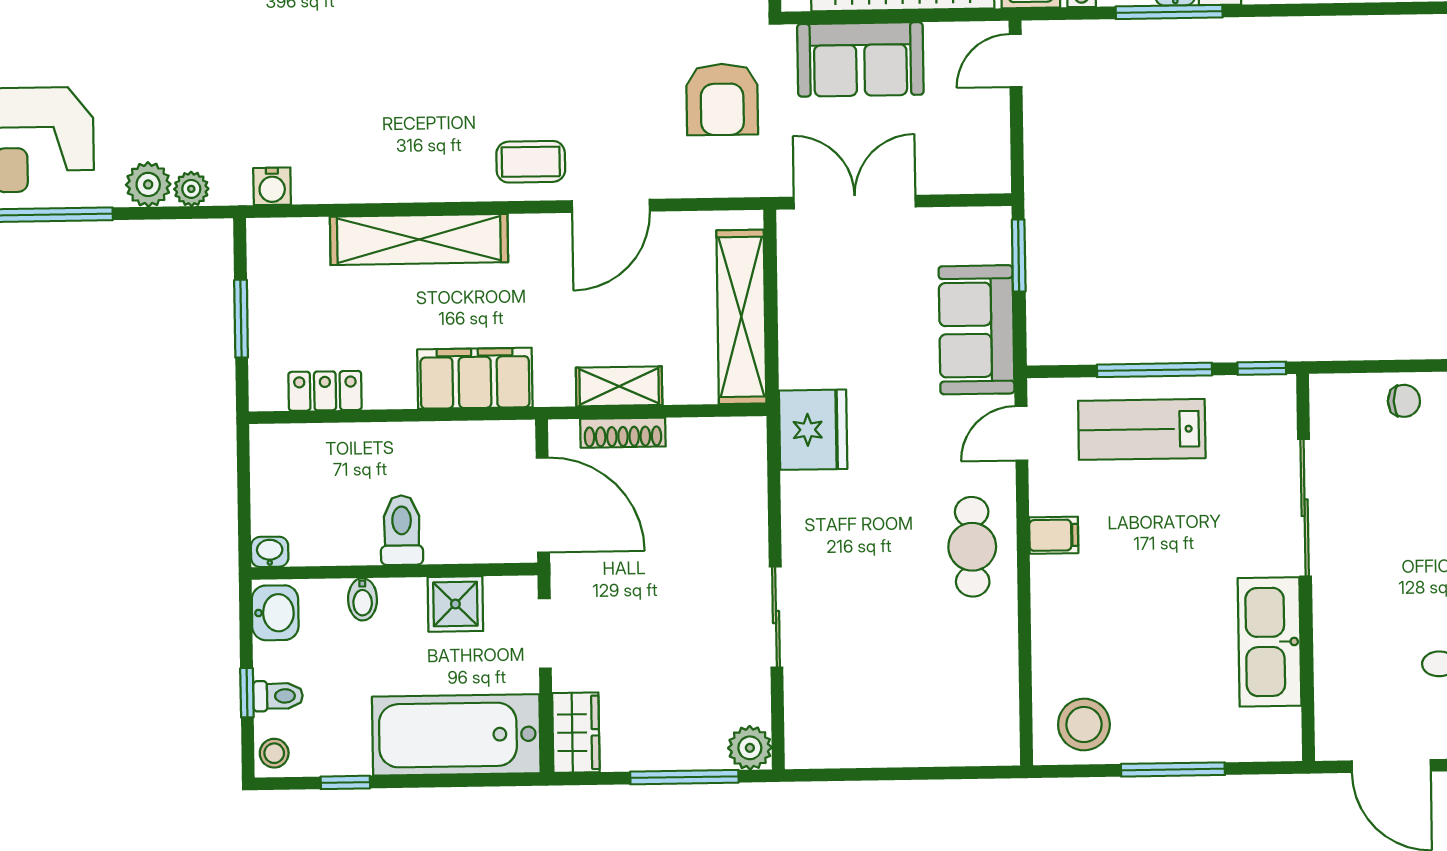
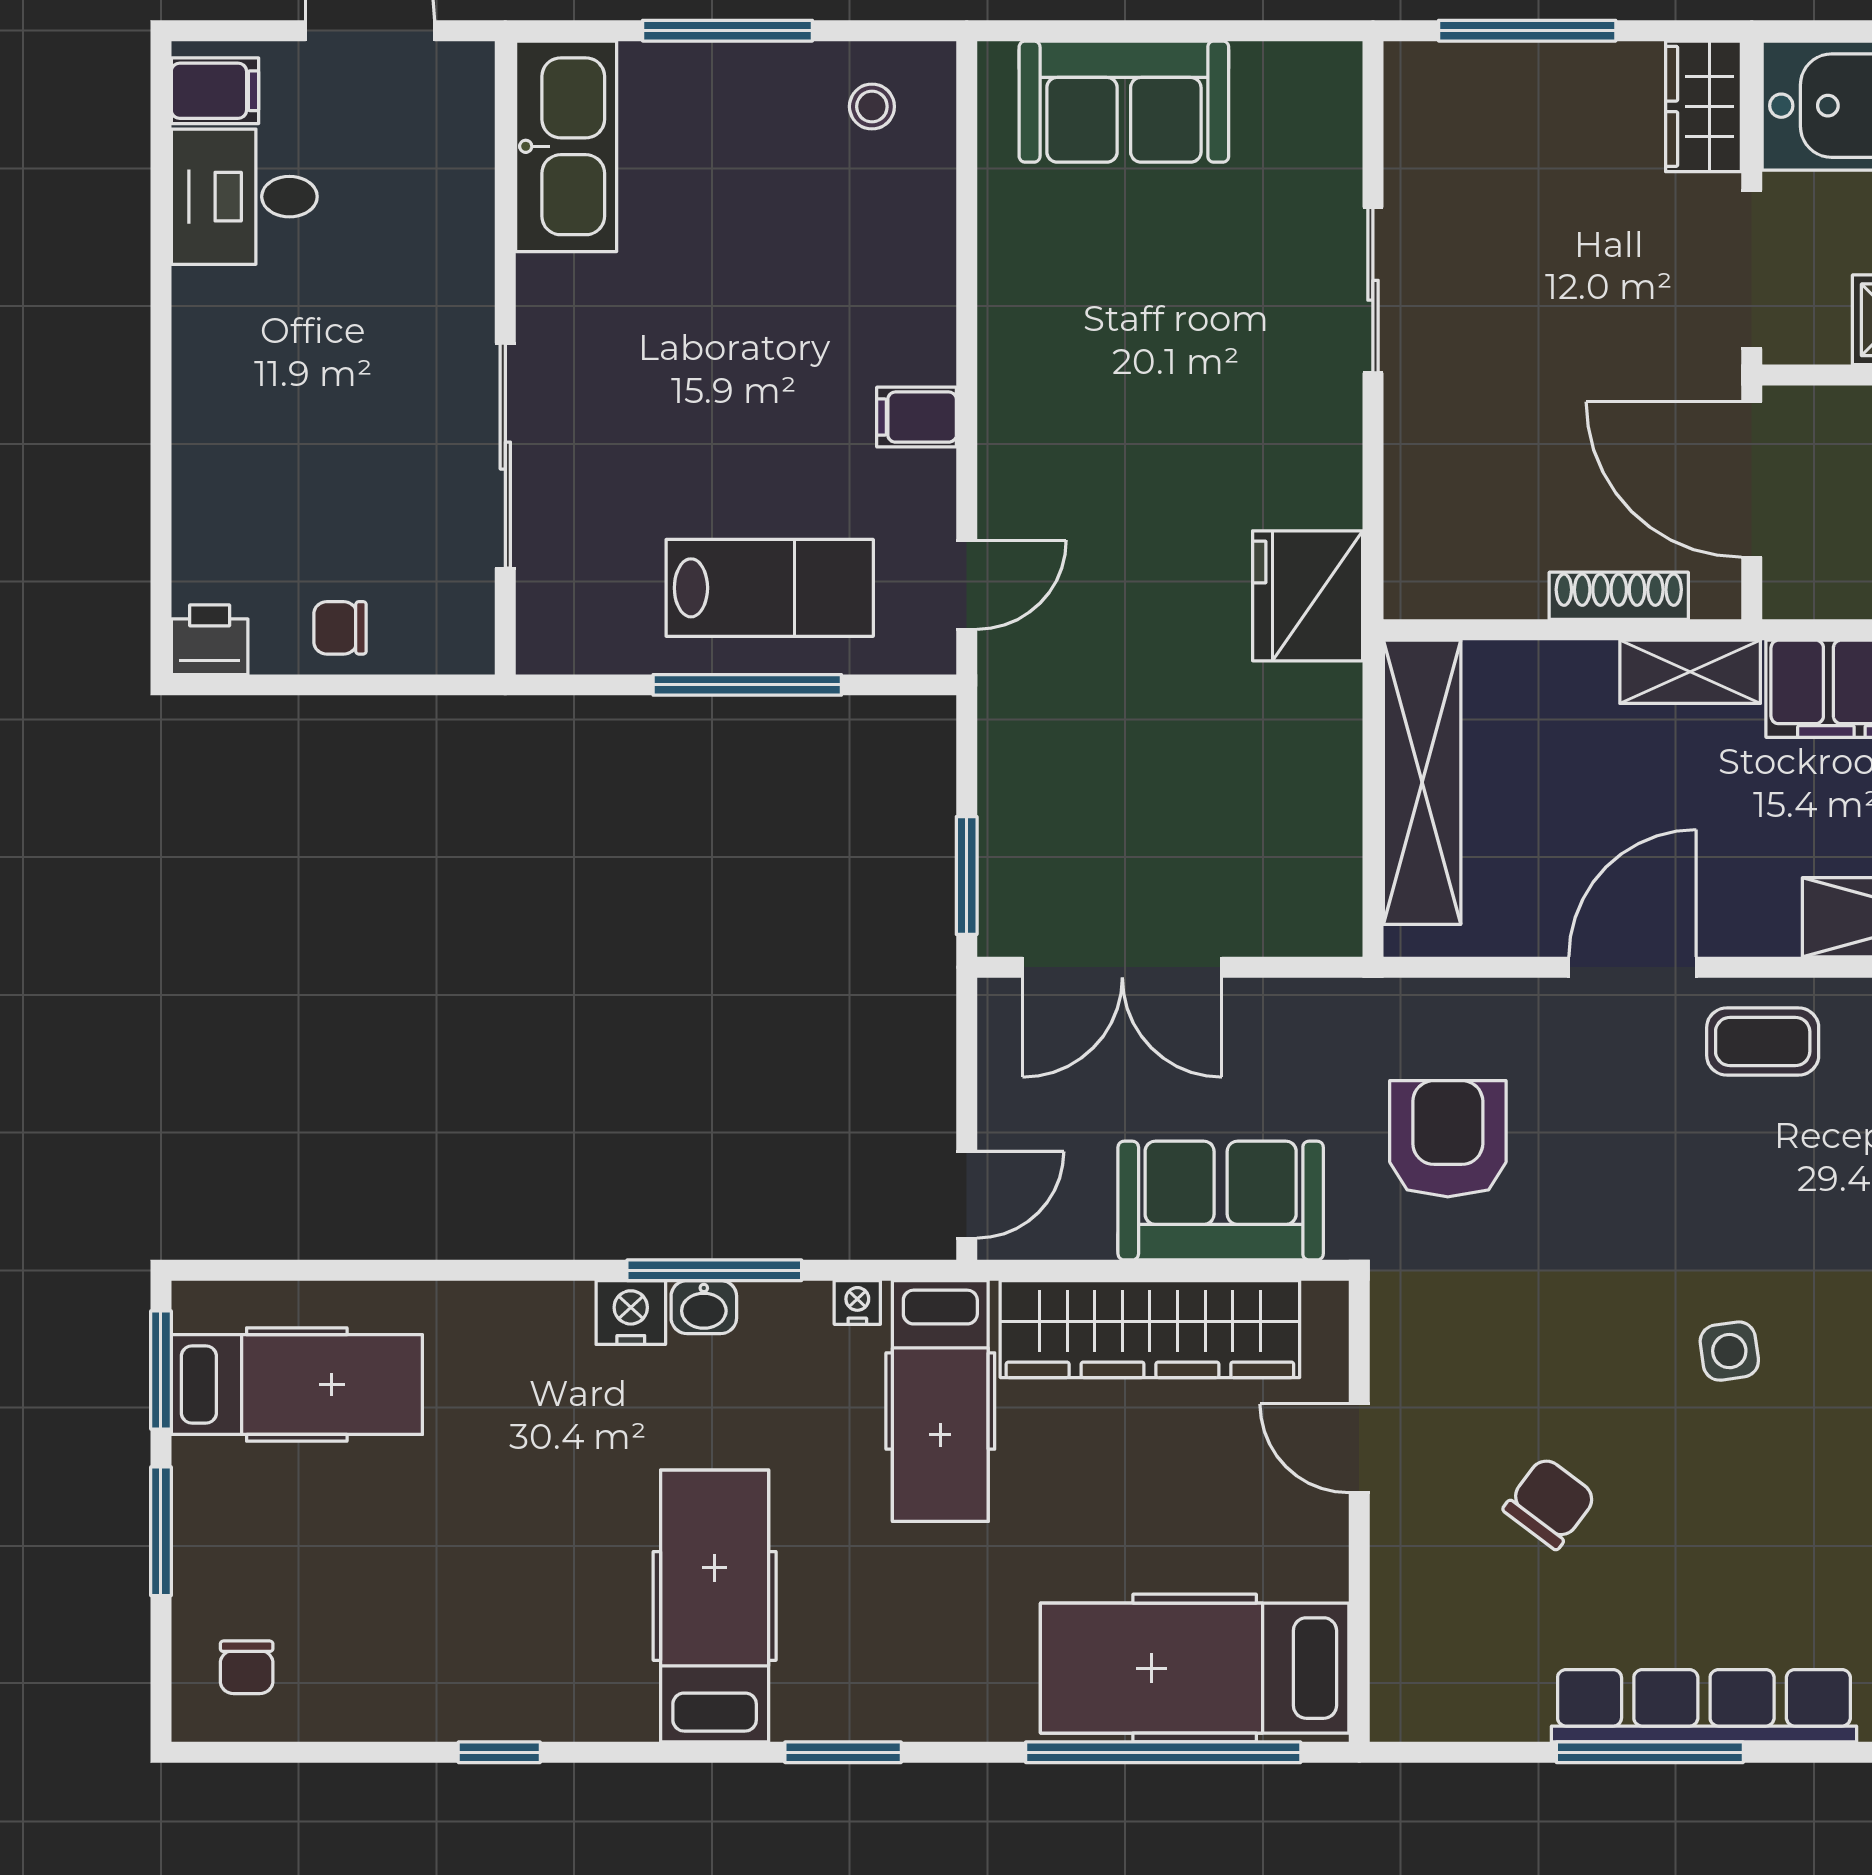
double door: (855, 202) -> (1122, 967), moved
sofa: (976, 330) -> (1124, 102), moved, turned 90
window: (1262, 368) -> (572, 685), removed
shelving: (619, 386) -> (1690, 672), moved
cafe table: (972, 547) -> (1050, 400), removed
doorway: (545, 633) -> (1752, 269), width x1.38
kitchen sink: (1270, 642) -> (566, 146), moved
stool: (1084, 725) -> (872, 107), width x0.53, depth x0.53
plant: (750, 748) -> (1419, 77), removed

